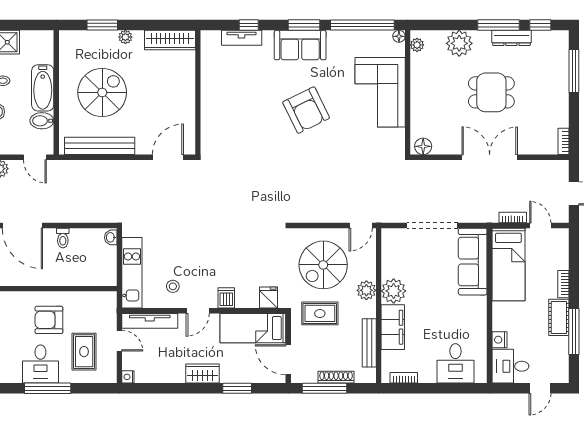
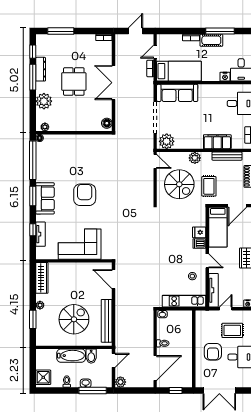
spiral stairs: (102, 92) -> (74, 319), turned 90
corner sofa: (380, 92) -> (80, 244), moved, turned 180
armchair: (306, 110) -> (85, 195), turned -64
plant: (394, 291) -> (167, 141), moved
fridge: (268, 298) -> (199, 232), moved

